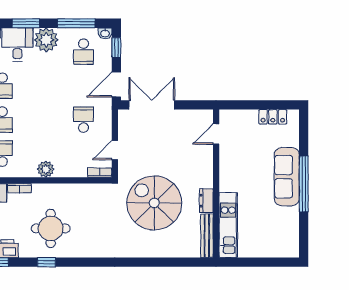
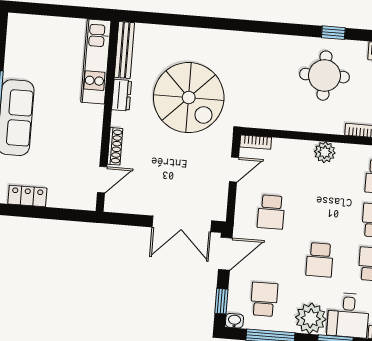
school desk: (43, 86) -> (320, 260), added
shoe rack: (208, 161) -> (115, 146), added

